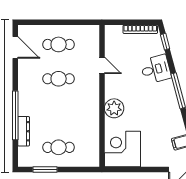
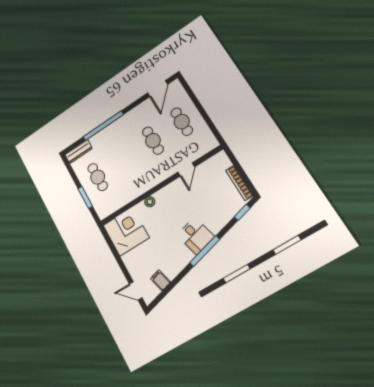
desk: (156, 69) -> (196, 236), moved
plant: (114, 108) -> (150, 202), width x0.53, depth x0.53
dresser: (24, 131) -> (79, 152), moved
window: (45, 169) -> (85, 197), moved

